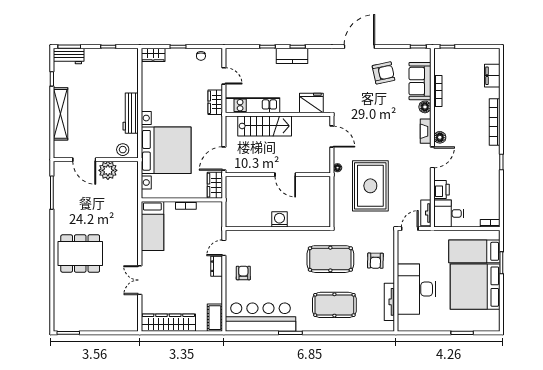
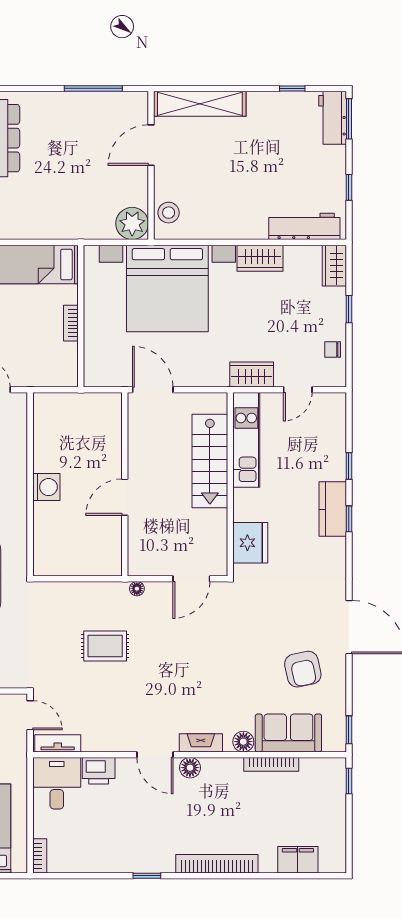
workbench: (131, 113) -> (304, 226), moved
shelving: (61, 114) -> (200, 104), moved
plant: (108, 170) -> (132, 223), moved
wardrobe: (215, 185) -> (260, 258), moved, turned 180
rug: (370, 186) -> (105, 646), width x0.54, depth x0.49

